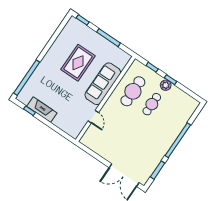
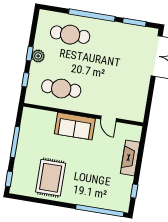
rug: (78, 63) -> (51, 178), moved, turned 90
sofa: (103, 84) -> (75, 126), width x0.73
cafe table: (152, 104) -> (70, 35), moved, width x1.37, depth x1.35
fireplace: (42, 110) -> (130, 158), moved
door: (93, 117) -> (109, 119), swing flipped

